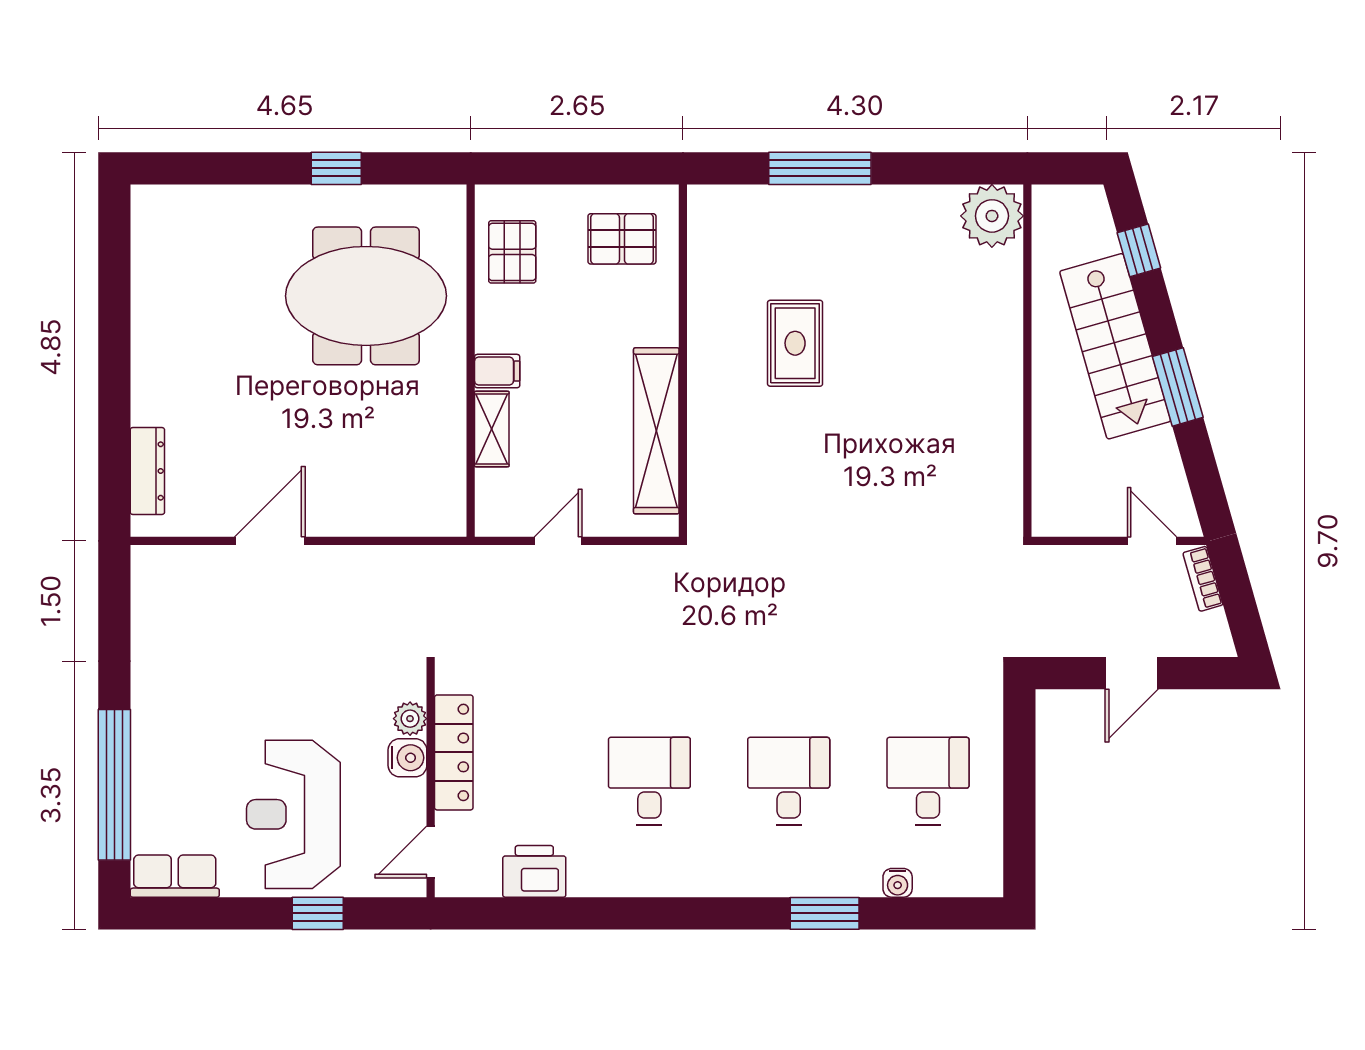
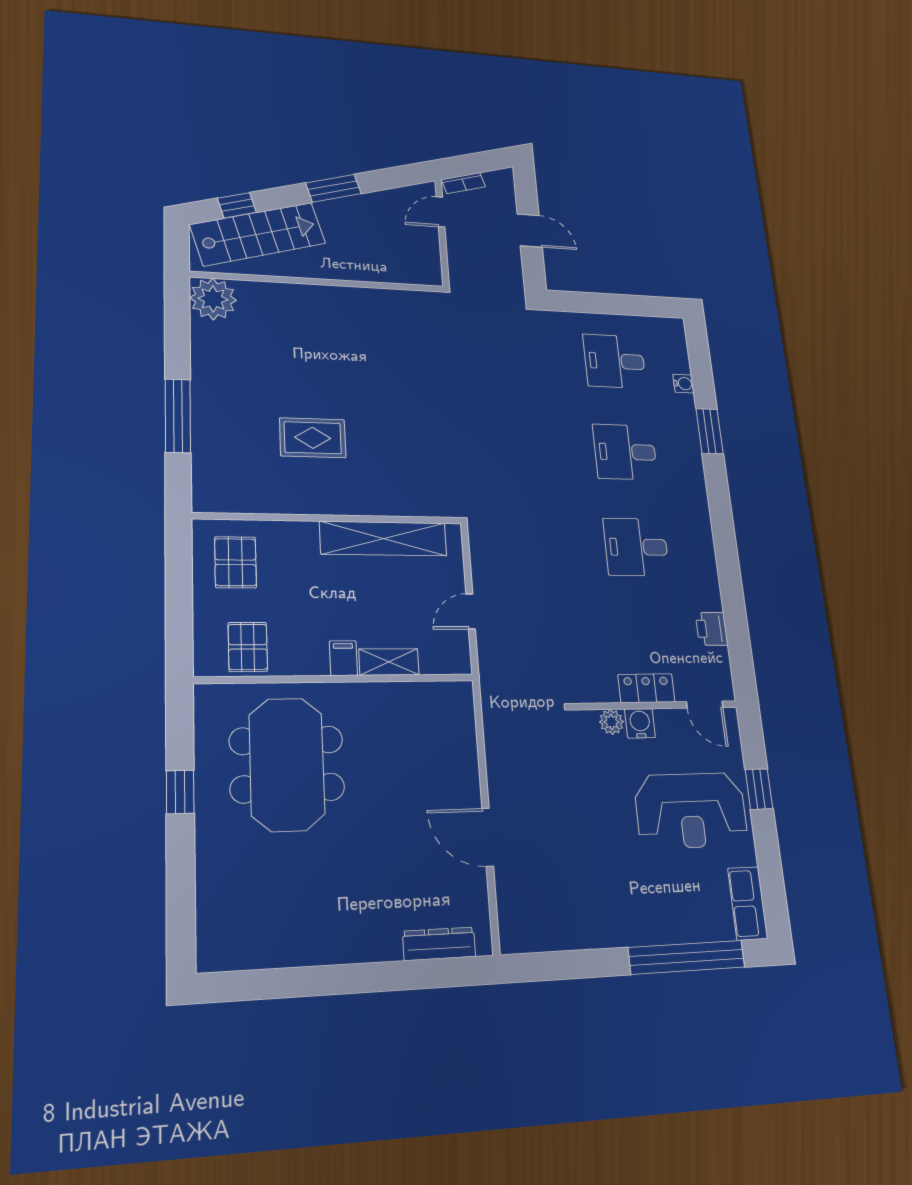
pallet: (512, 252) -> (248, 647), turned 90
stairs: (1115, 346) -> (258, 234), moved
door: (558, 541) -> (471, 611), hinge flipped
locker: (454, 752) -> (646, 688), width x0.66
printer: (534, 871) -> (712, 629), width x0.73, depth x0.81

